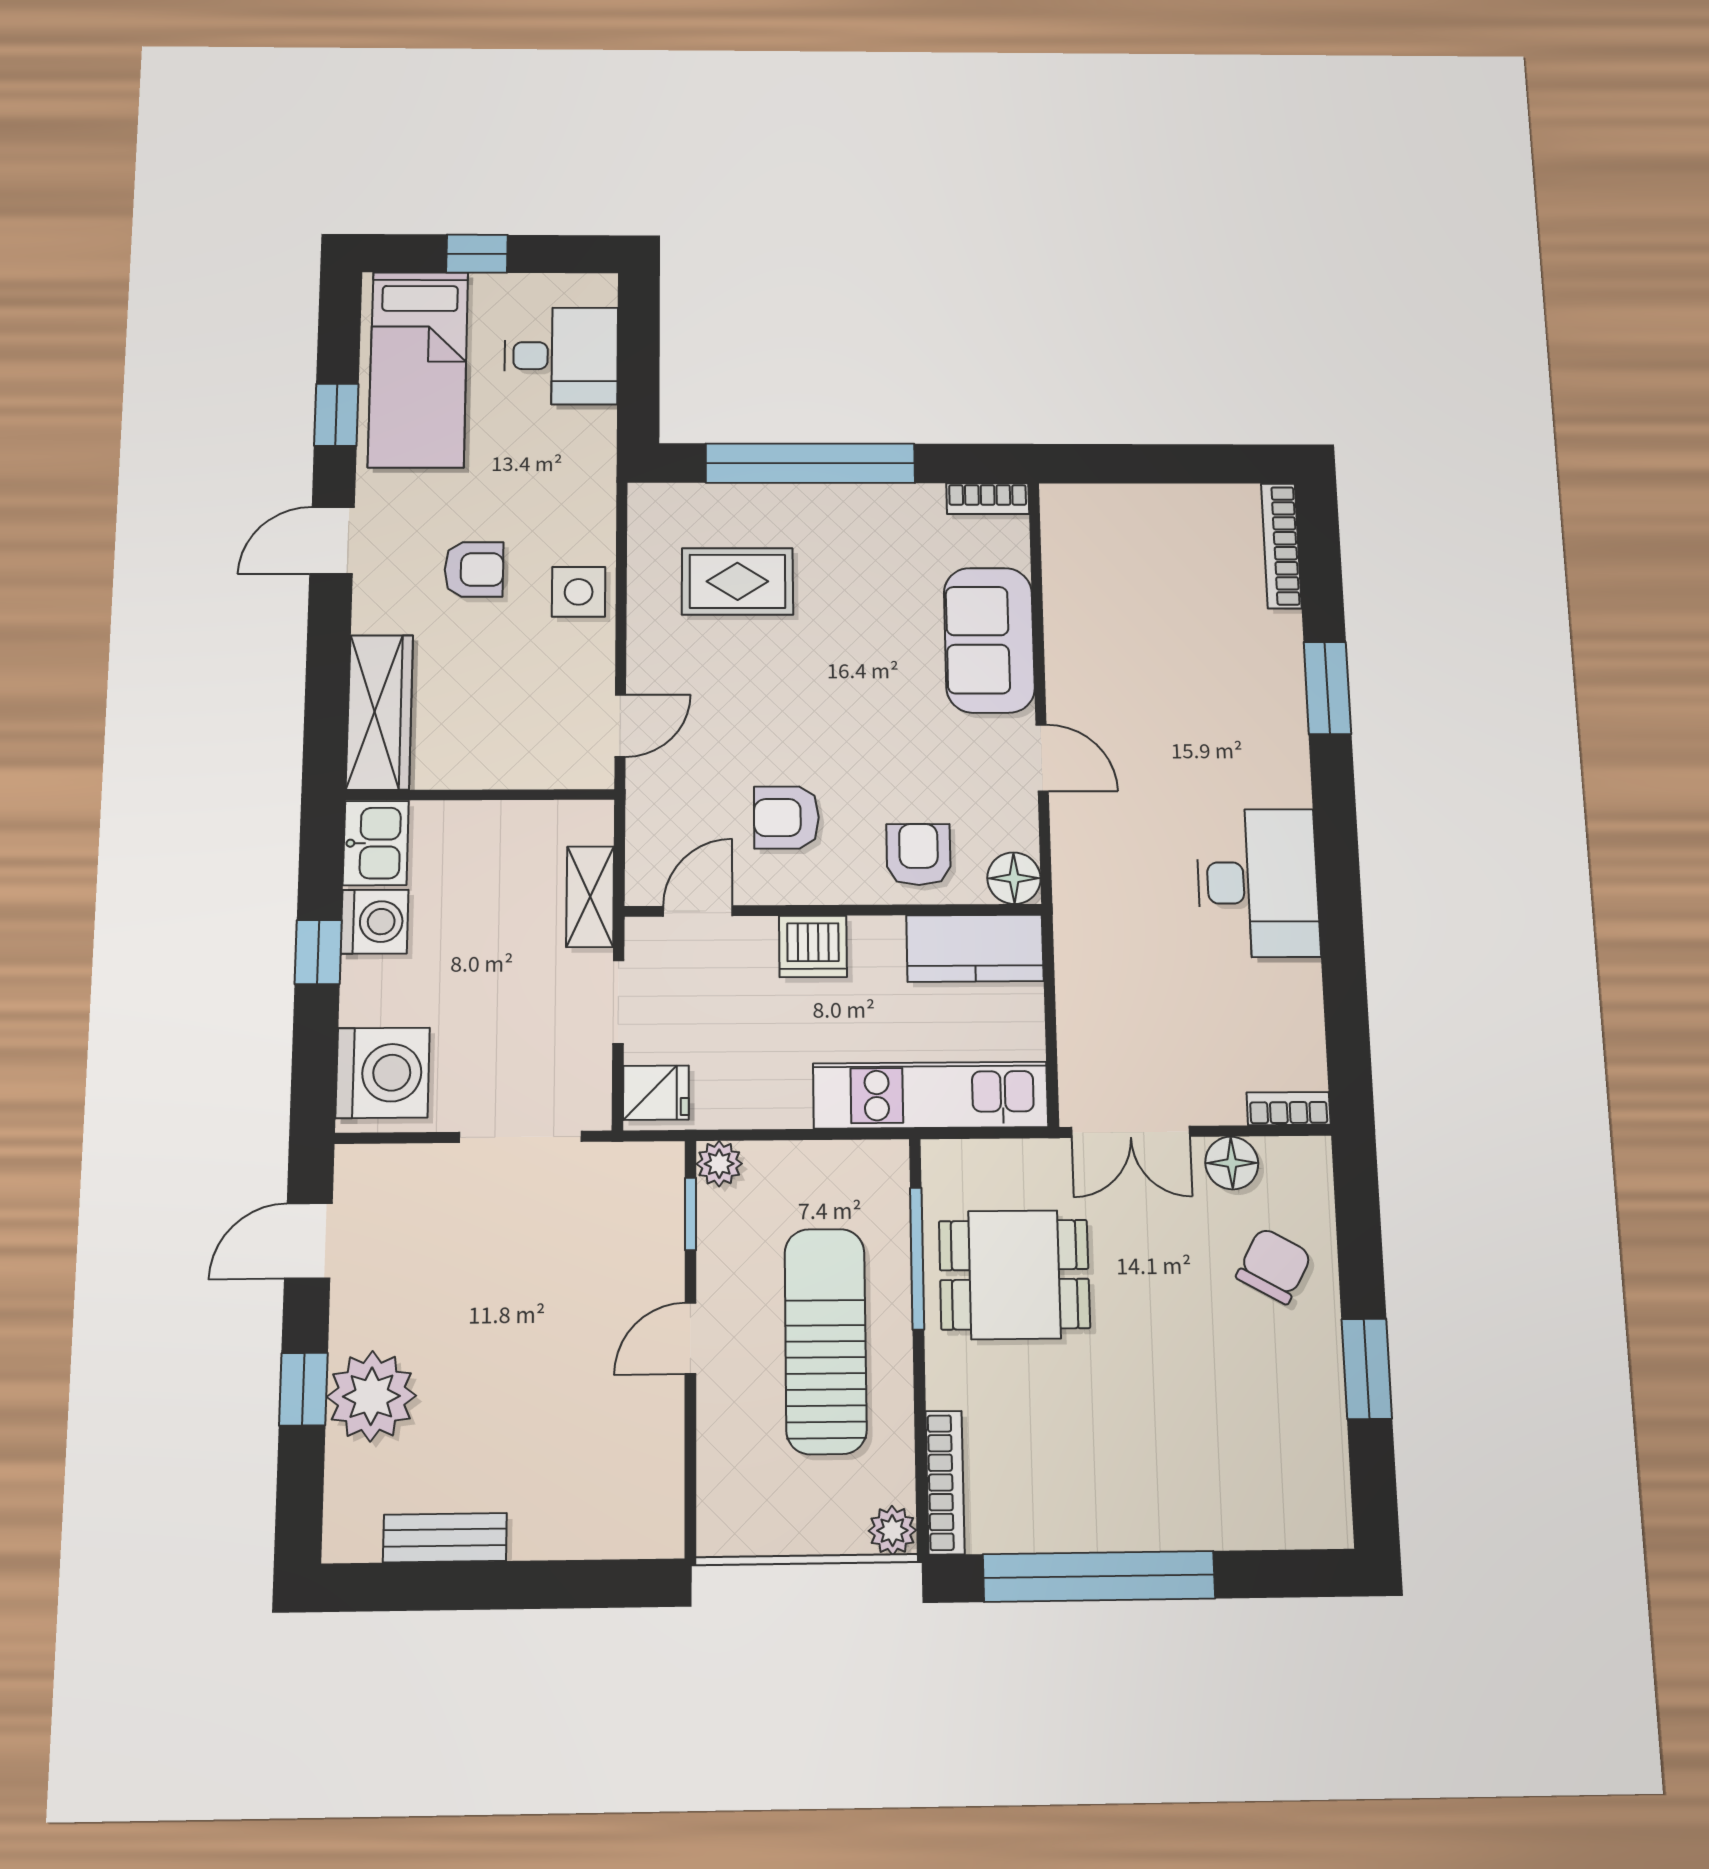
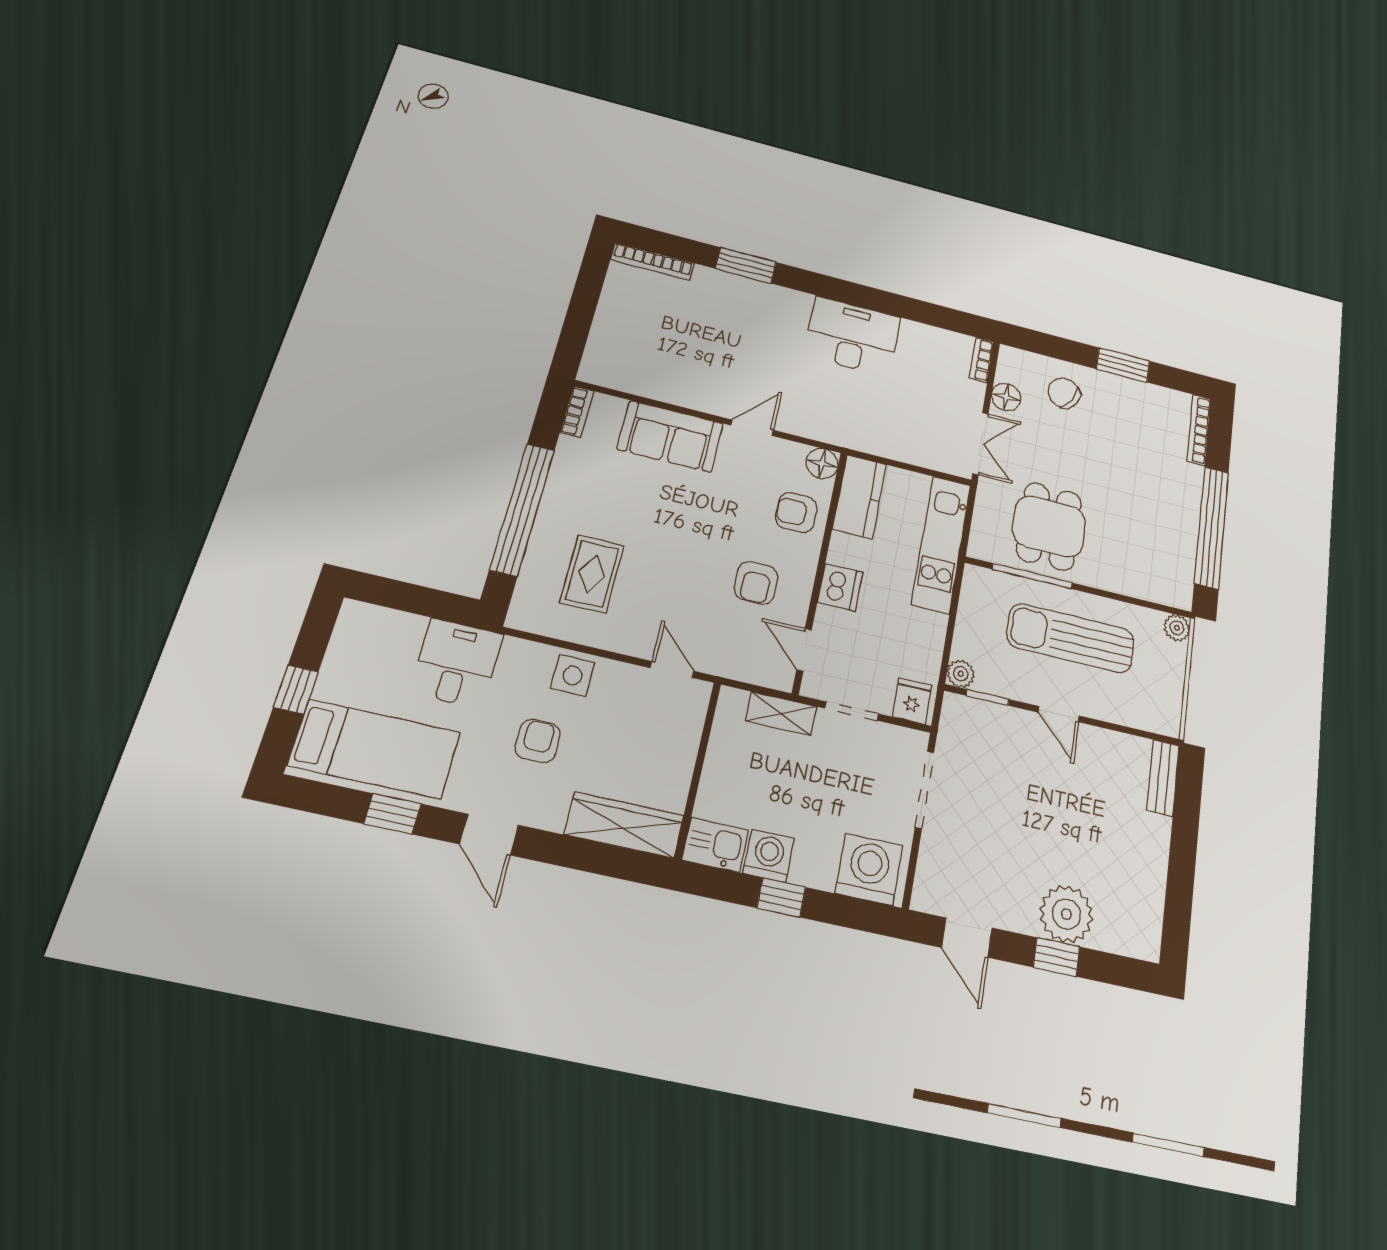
desk: (561, 356) -> (457, 663), moved
bookcase: (945, 1482) -> (1199, 430), moved, turned -90
bench: (445, 1538) -> (1163, 778), moved

